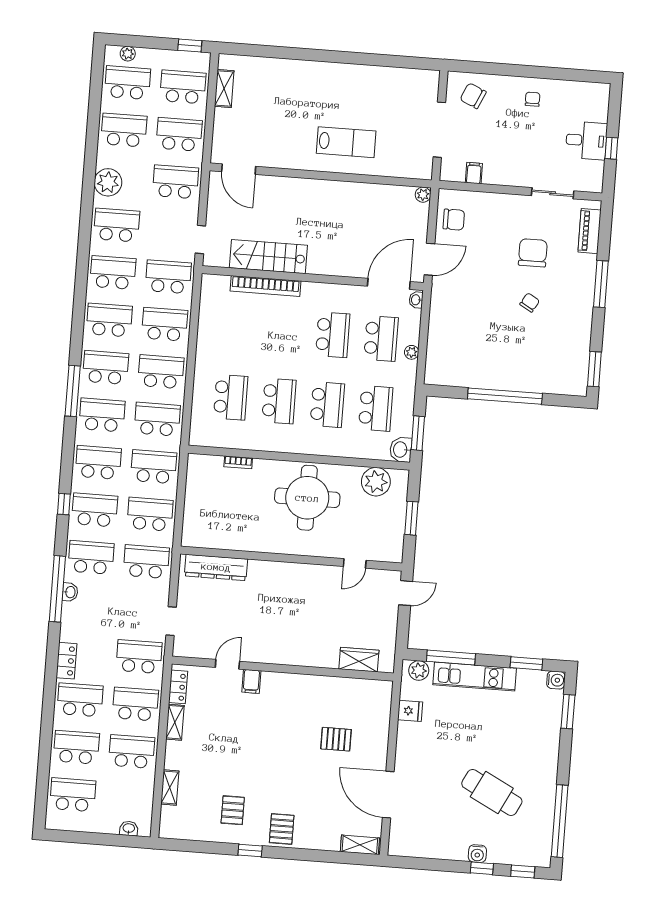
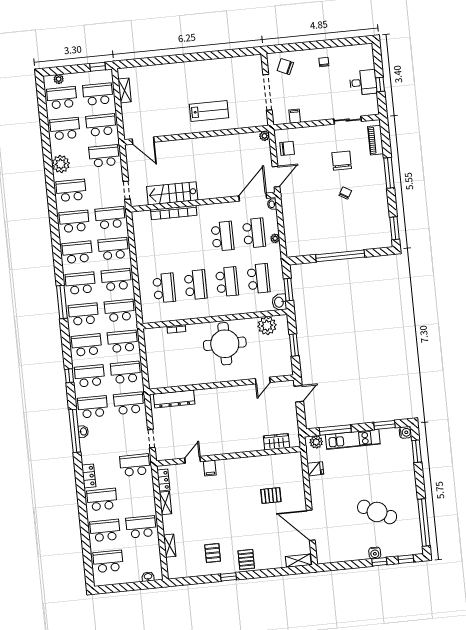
school desk: (135, 704) -> (138, 496), removed

